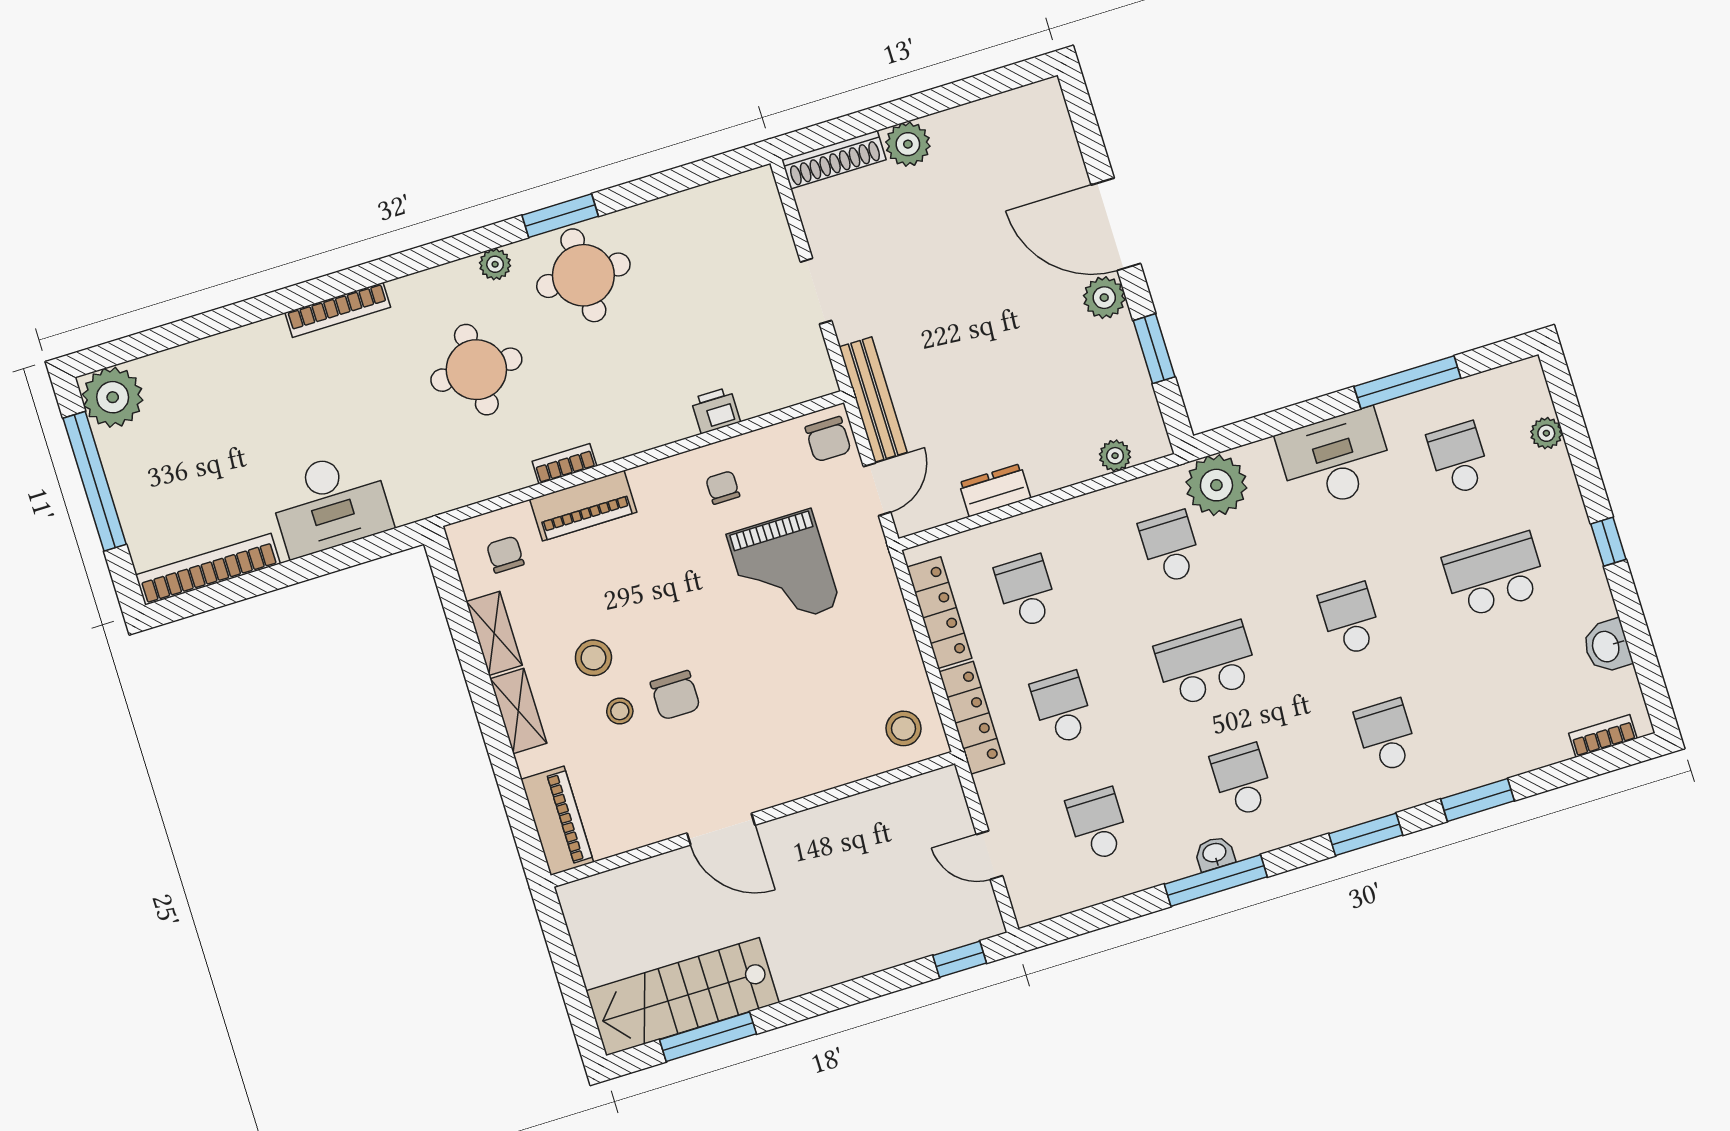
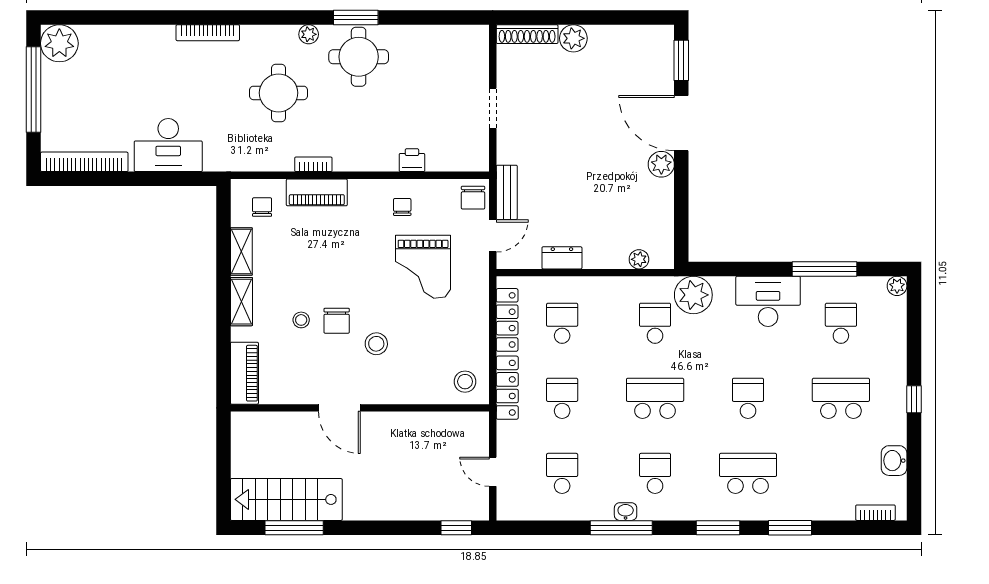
window: (1154, 349) -> (681, 60), moved
bench: (873, 400) -> (507, 192), width x0.73
plant: (1546, 433) -> (897, 286), moved
stool: (593, 658) -> (376, 344), moved
school desk: (1386, 736) -> (748, 473), width x1.85

